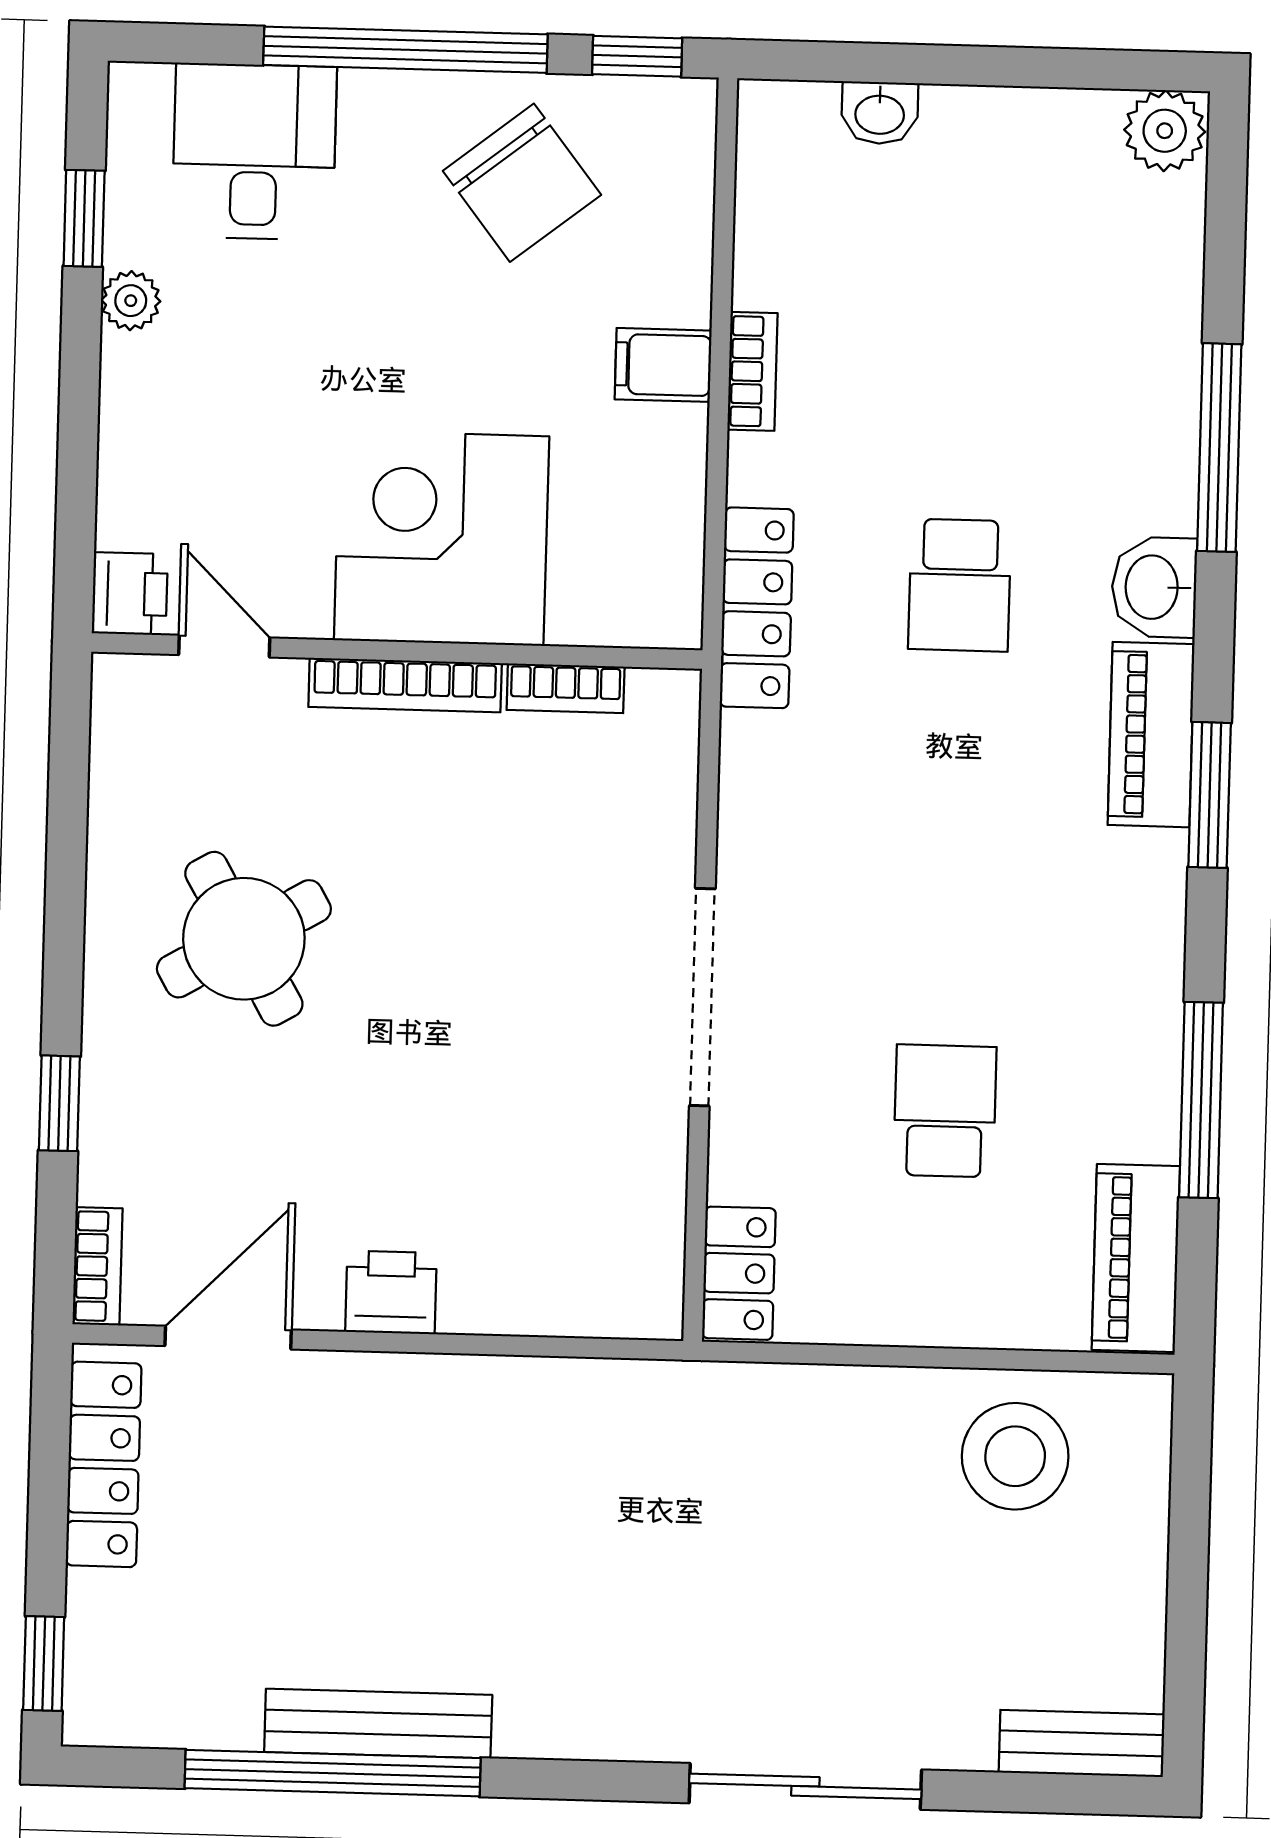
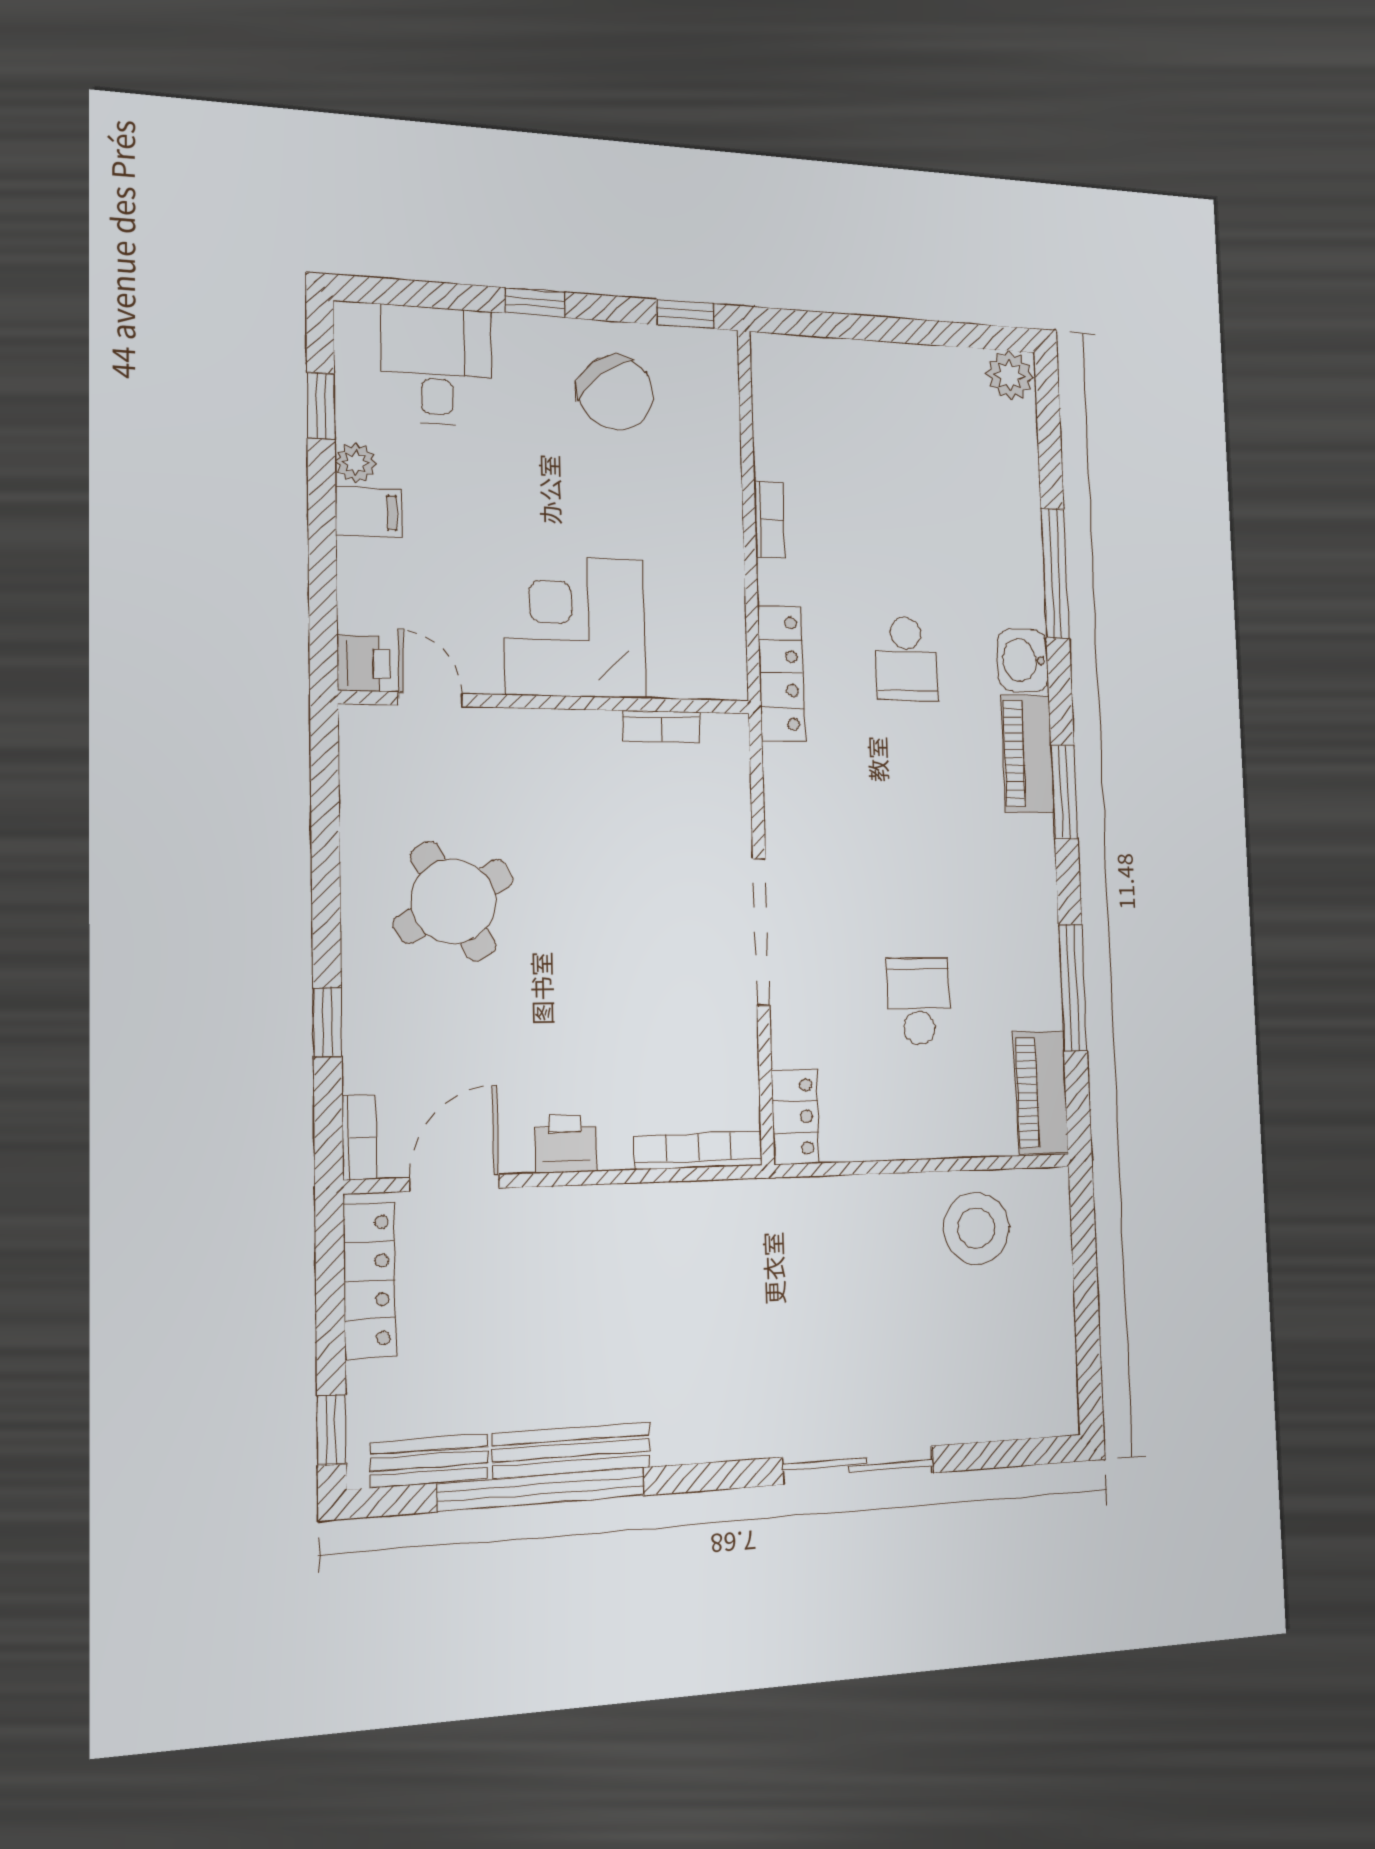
window: (405, 50) -> (535, 303), width x0.32
washbasin: (880, 113) -> (839, 357), removed
filing cabinet: (663, 365) -> (369, 512), moved, turned 180
bookcase: (405, 685) -> (699, 1151), moved, turned 180
bench: (1082, 1743) -> (430, 1461), moved

